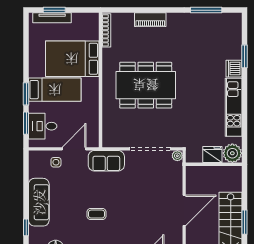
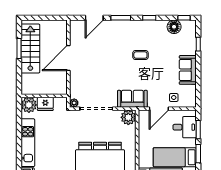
plant: (111, 138) -> (128, 117), added
sofa: (39, 202) -> (188, 70), width x0.73

